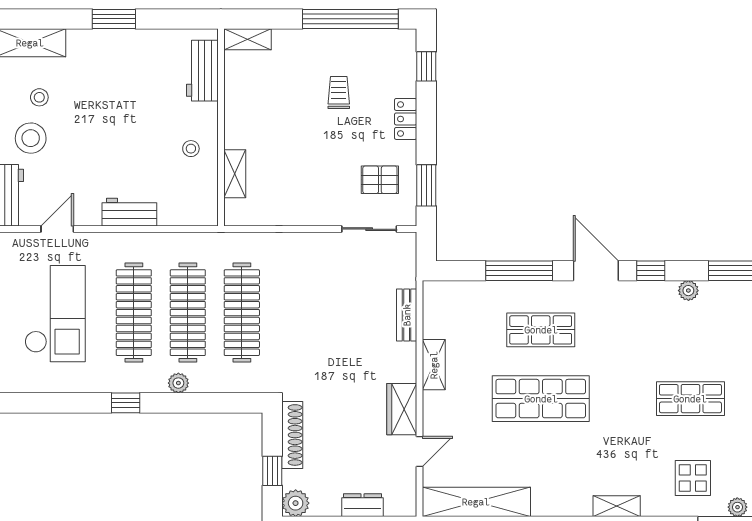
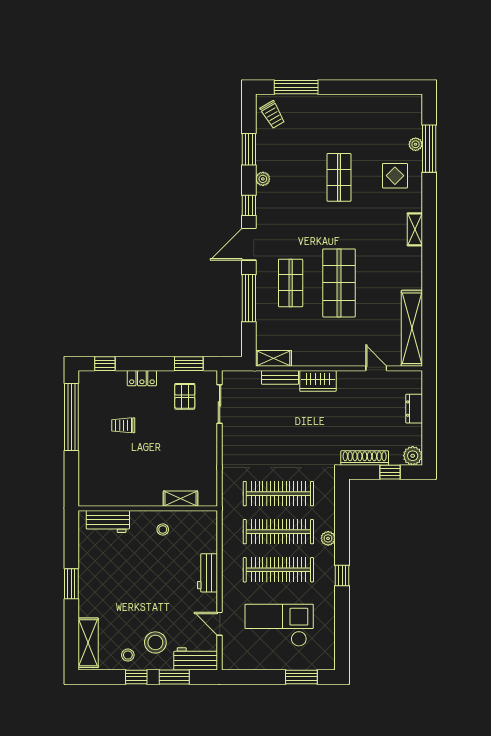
shelving: (247, 39) -> (86, 490), removed
stool: (39, 97) -> (128, 655), moved
shelving: (434, 365) -> (273, 358), moved
wardrobe: (402, 409) -> (318, 381), moved

